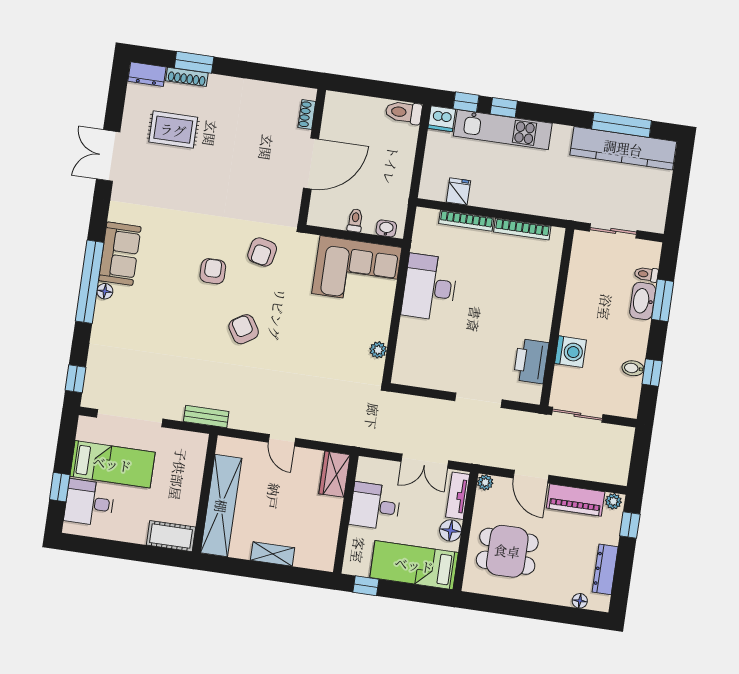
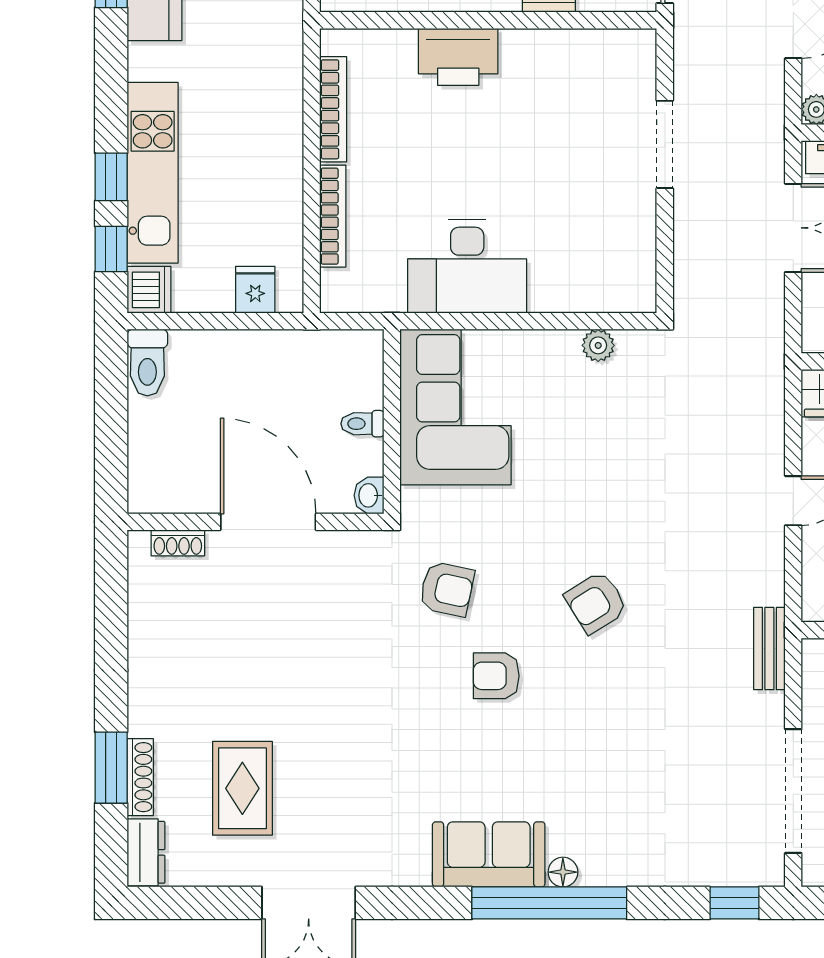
fridge: (458, 191) -> (255, 290), moved, turned 90
washbasin: (386, 228) -> (369, 495), moved
printer: (531, 361) -> (458, 57), moved

